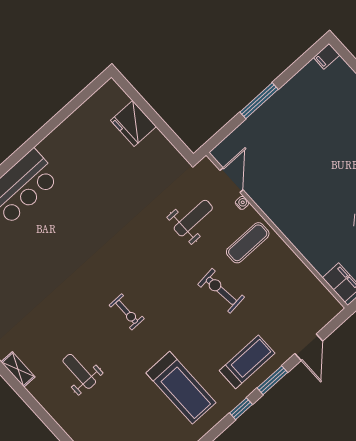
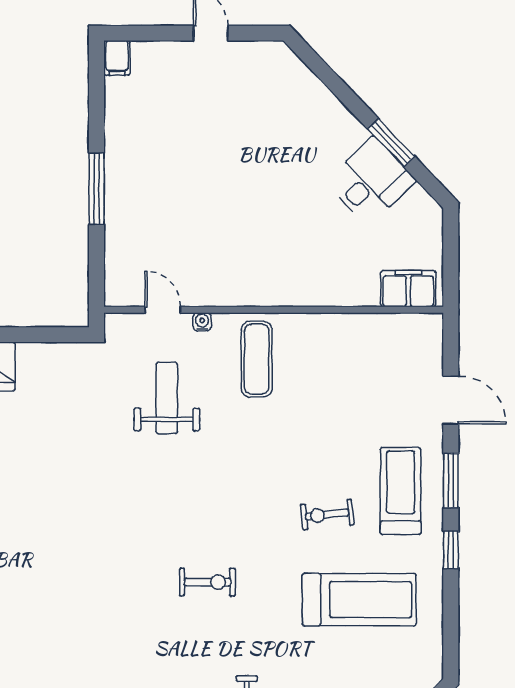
door: (231, 180) -> (163, 310), width x0.73
exercise bike: (221, 291) -> (327, 515), moved, width x0.73, depth x0.72

